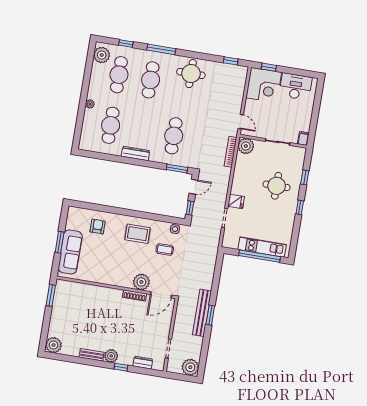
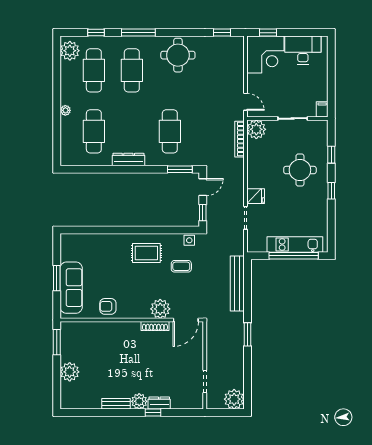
armchair: (98, 226) -> (108, 306), moved, turned -90
bench: (202, 313) -> (237, 283), moved
plant: (54, 345) -> (70, 372), moved
dresser: (143, 363) -> (159, 403), moved

